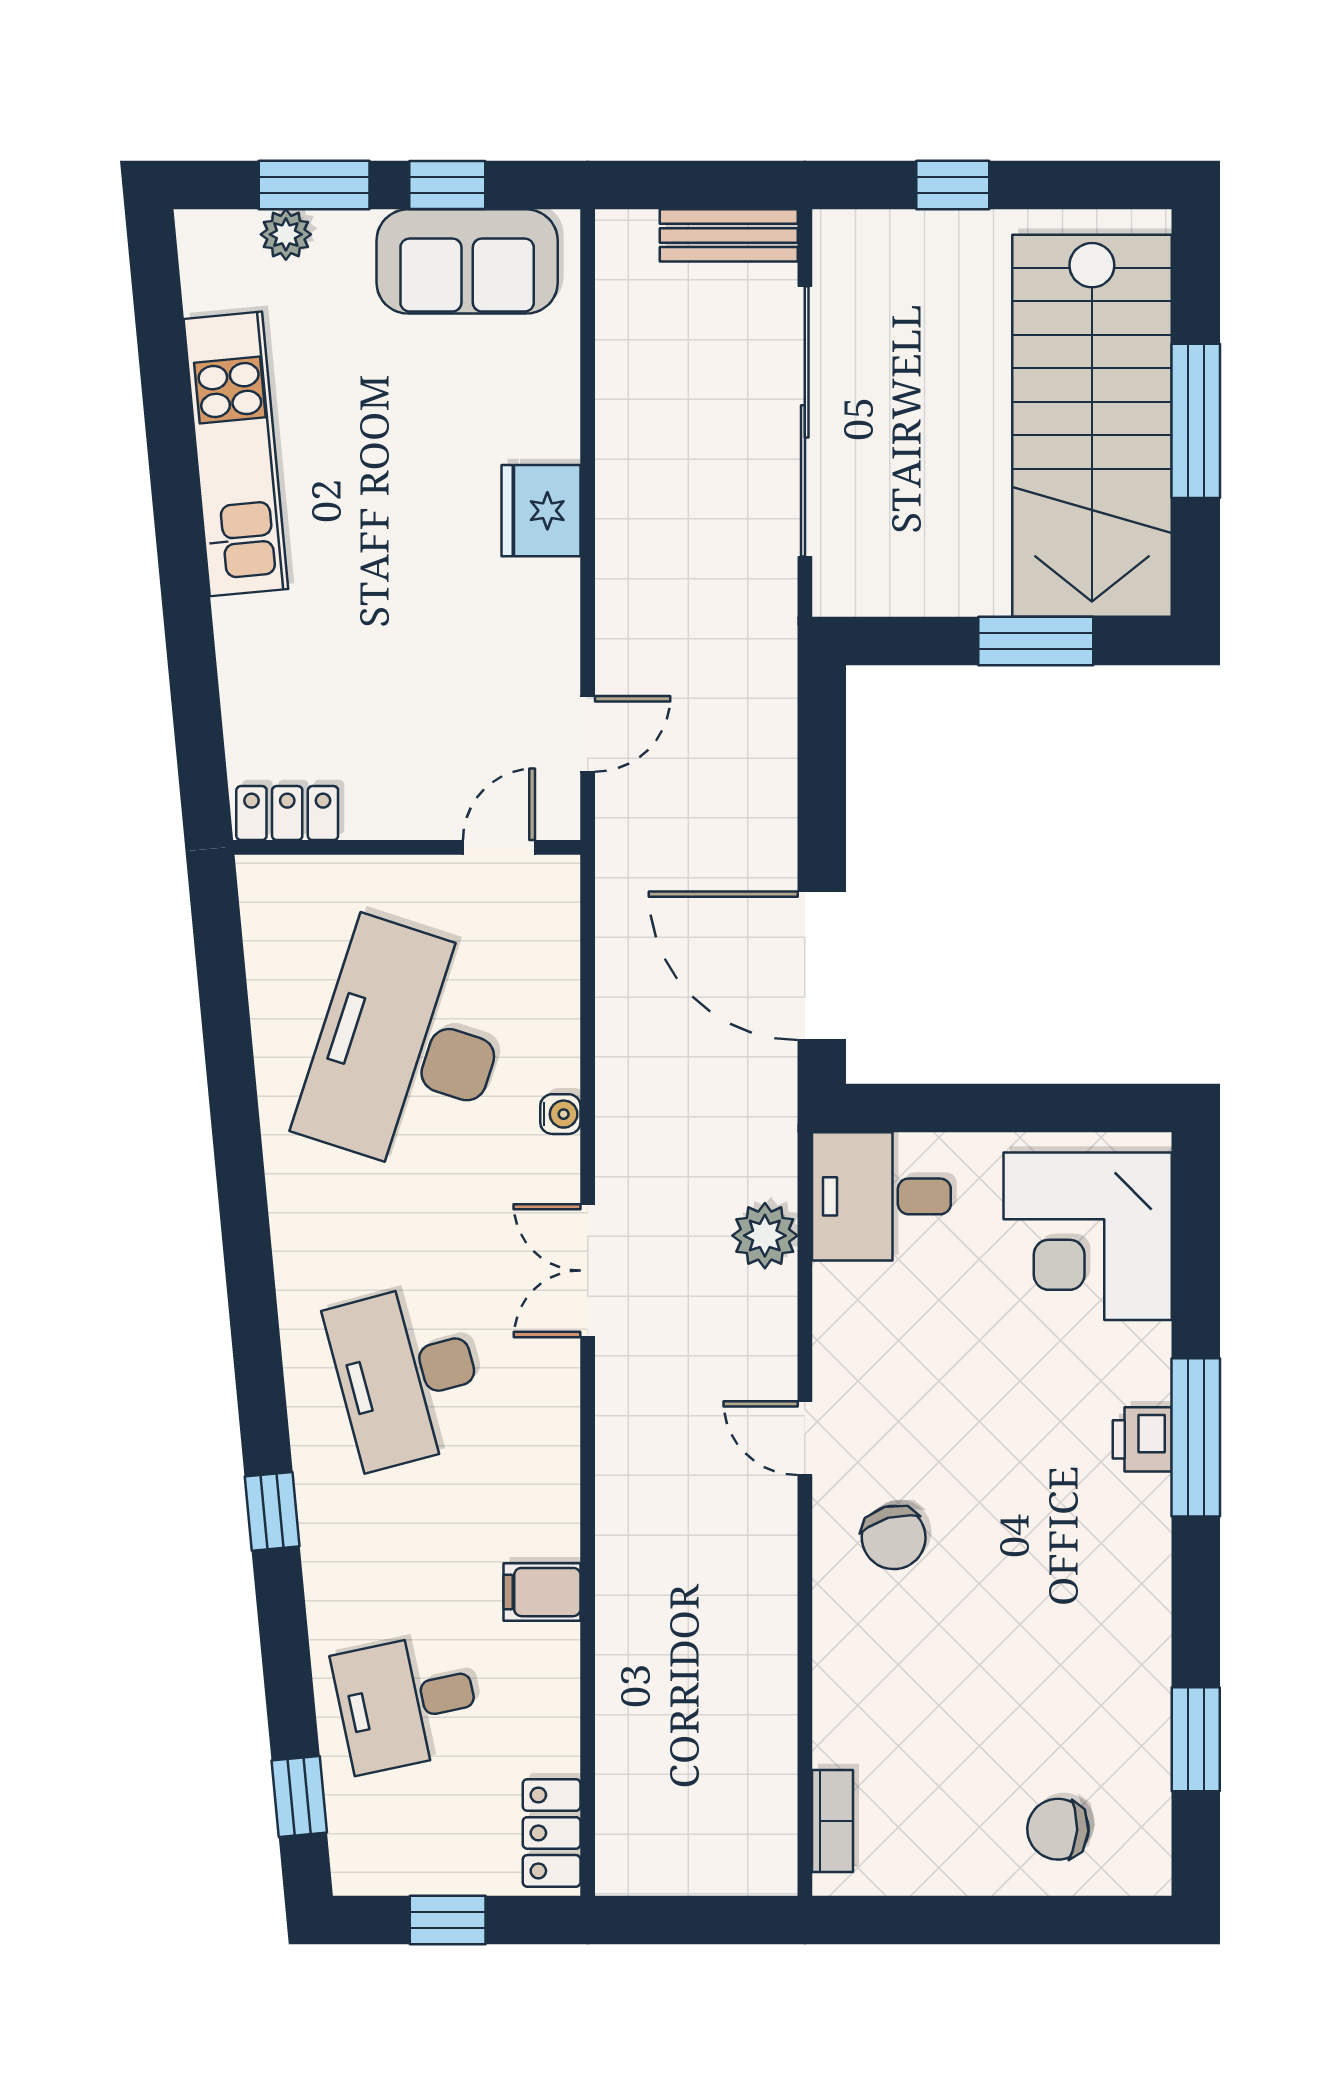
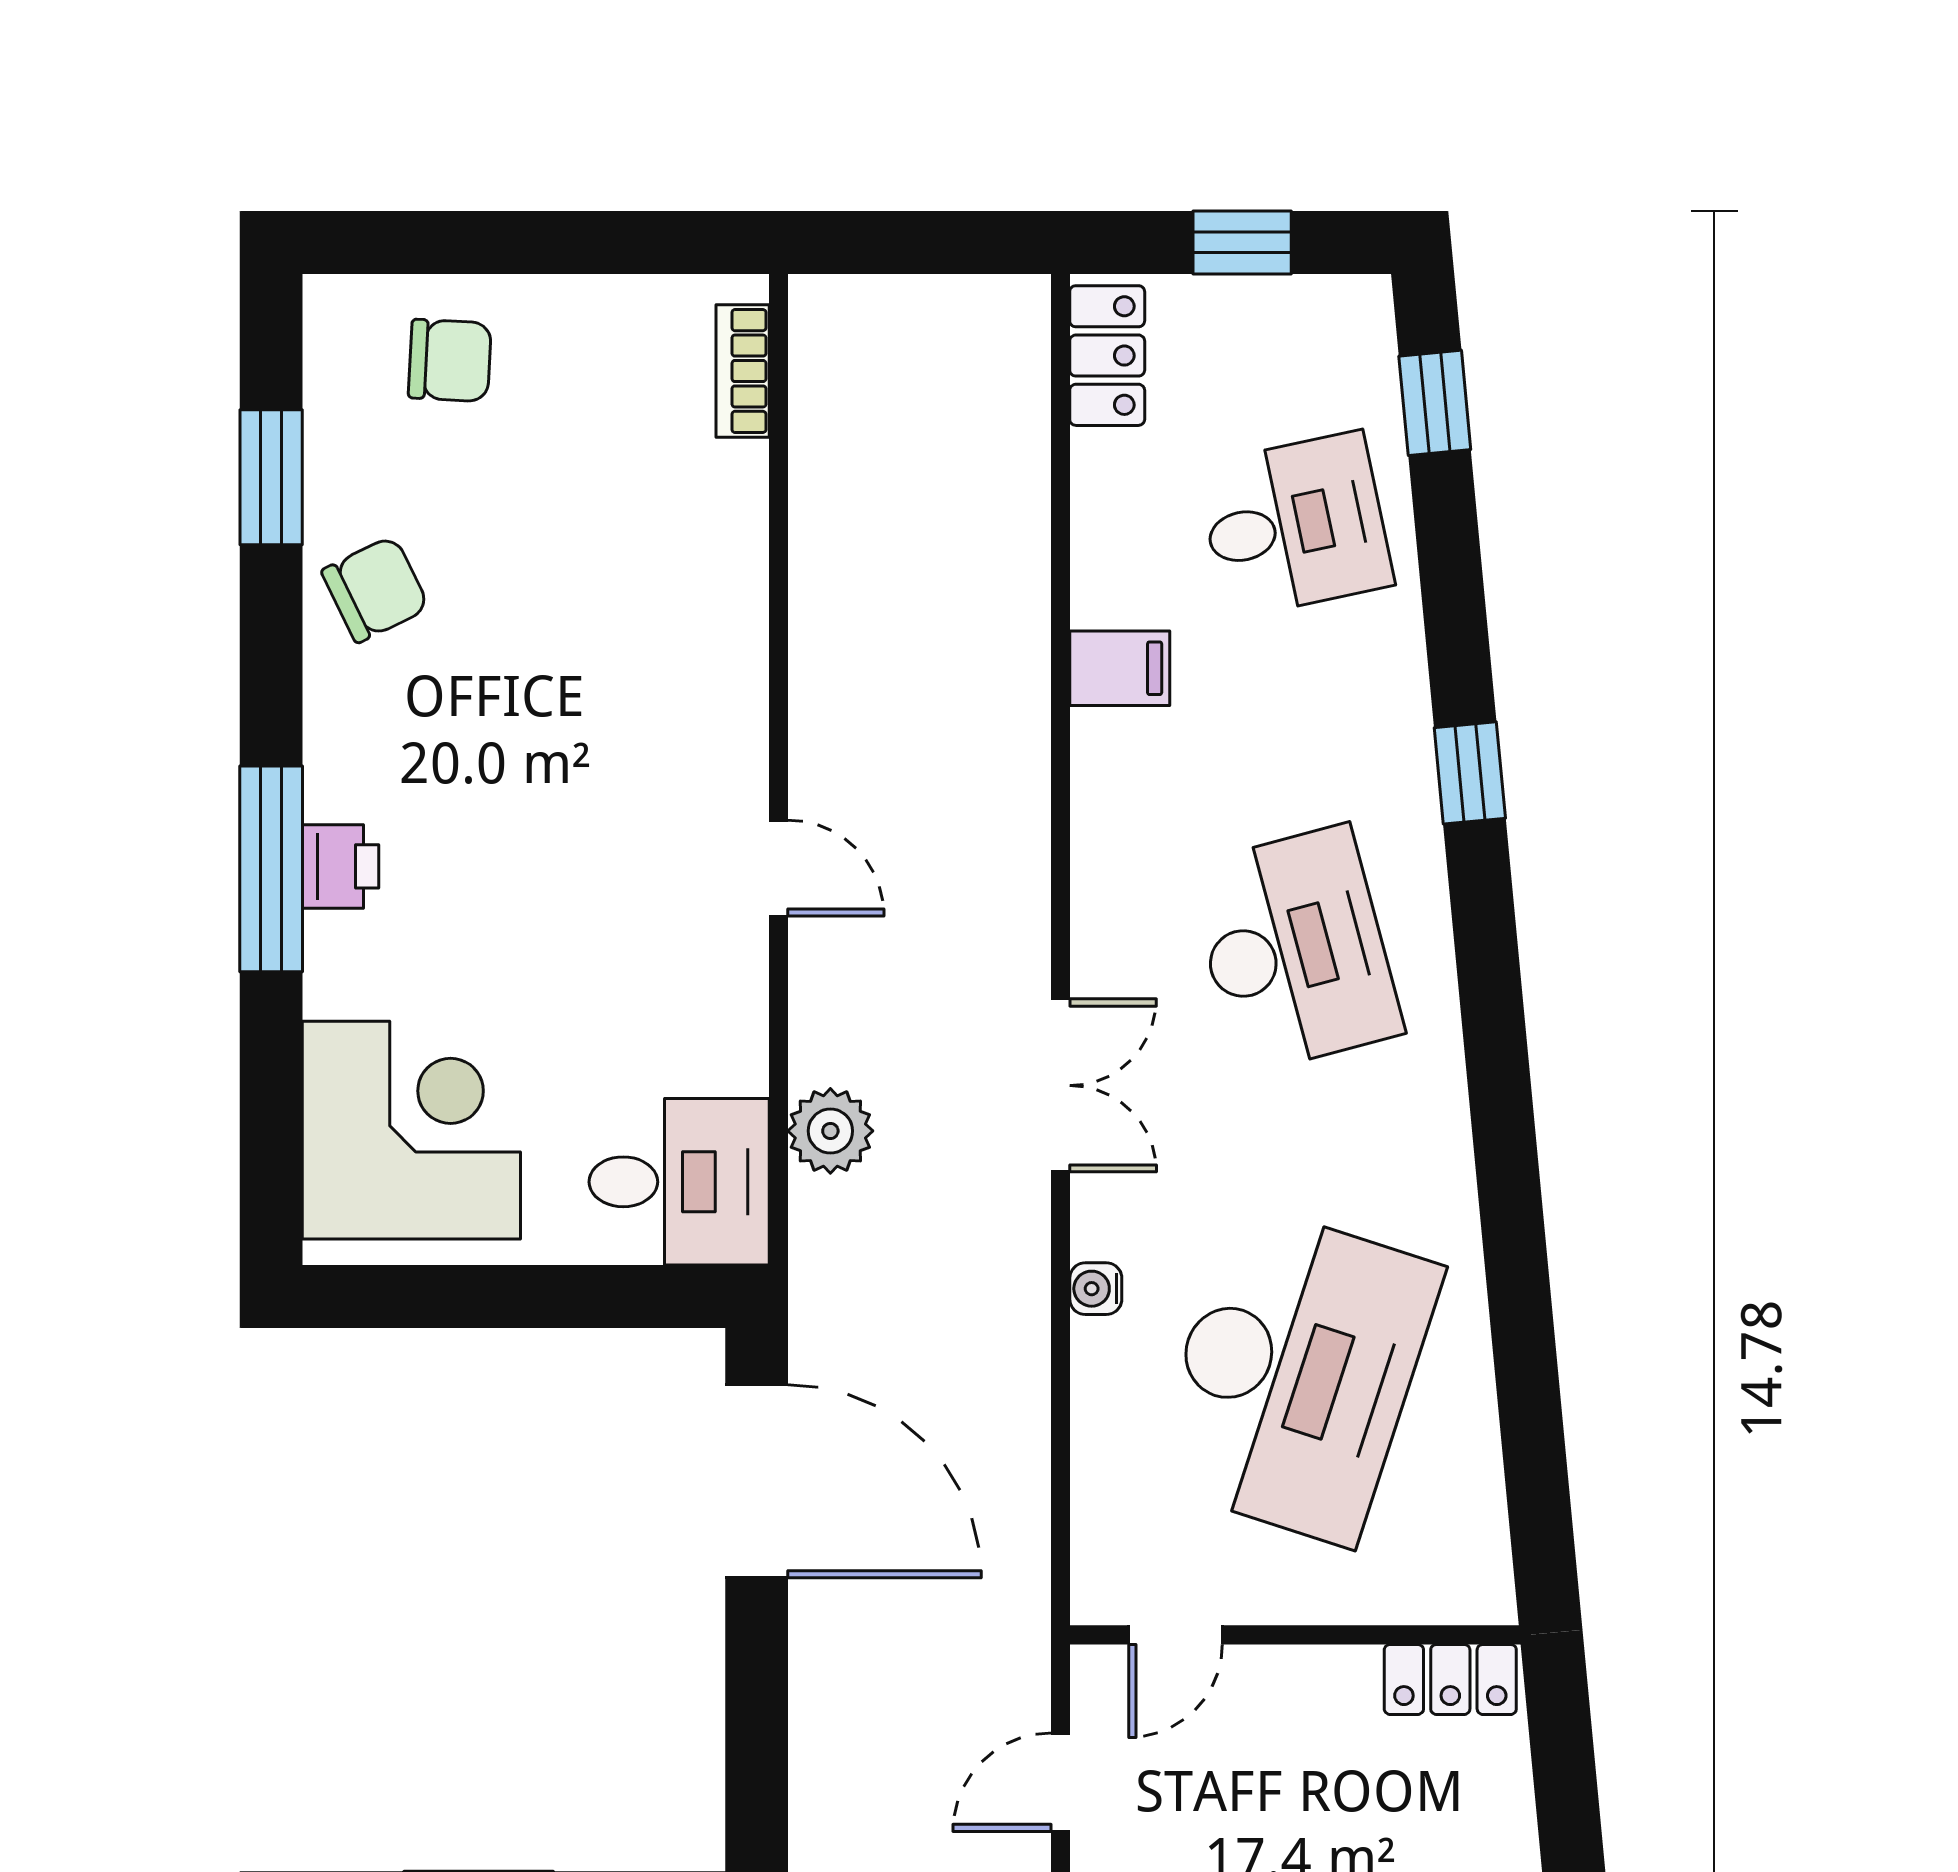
chair: (894, 1537) -> (375, 589), moved, turned 80

